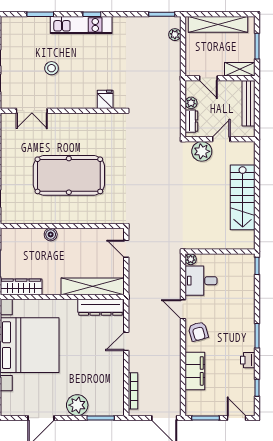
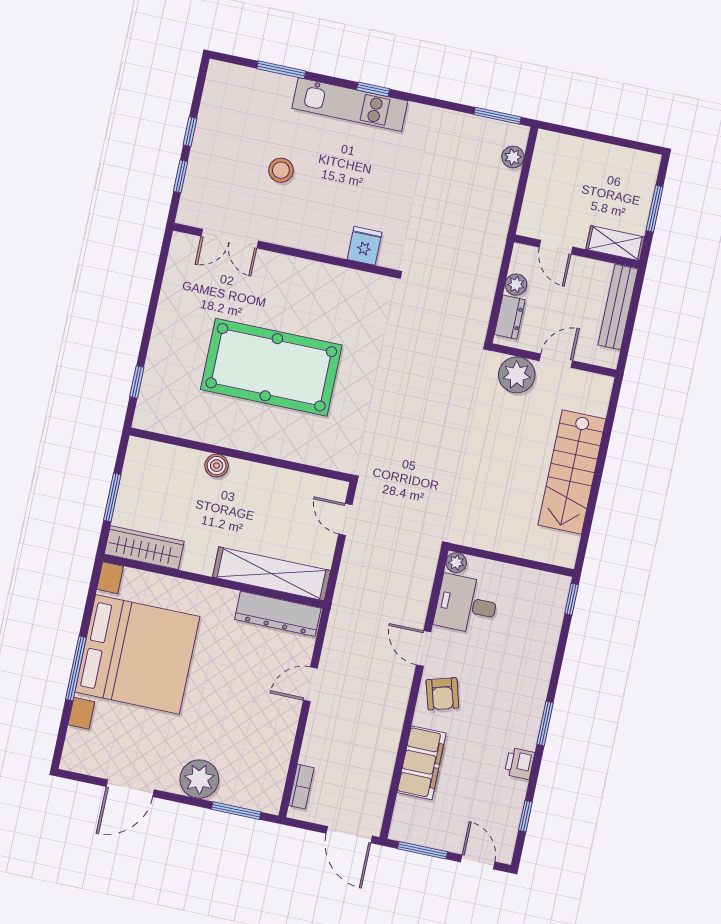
shelving: (218, 24) -> (594, 155), removed
bookcase: (133, 391) -> (301, 787), width x0.64

